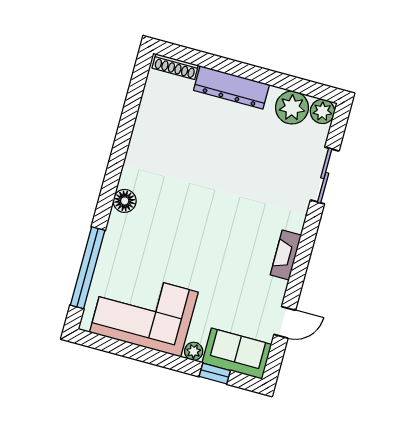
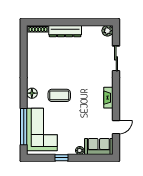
plant: (292, 108) -> (94, 33), removed
coffee table: (182, 222) -> (59, 95), added
corner sofa: (144, 312) -> (42, 130), moved, turned 90
window: (215, 374) -> (61, 158), moved

